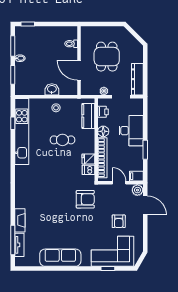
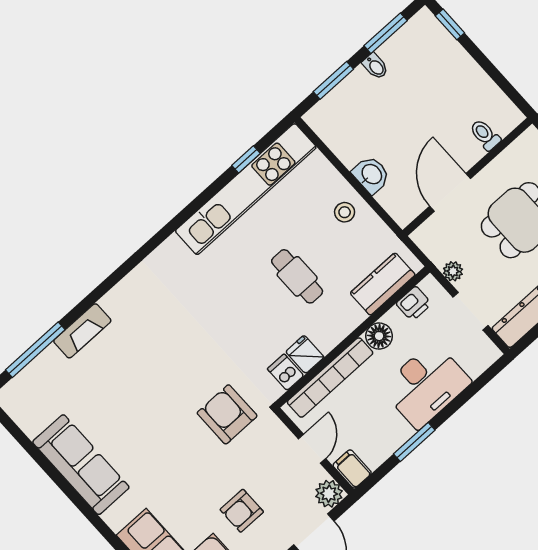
armchair: (85, 199) -> (227, 414), turned 180
tv unit: (19, 245) -> (37, 370), removed

